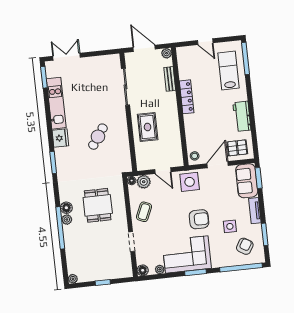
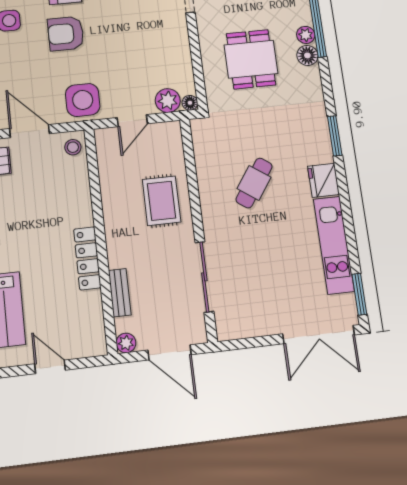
double door: (66, 57) -> (319, 334), width x1.37
door: (218, 165) -> (30, 131), swing flipped
door: (163, 171) -> (132, 121), swing flipped
coffee table: (144, 212) -> (166, 47), removed

